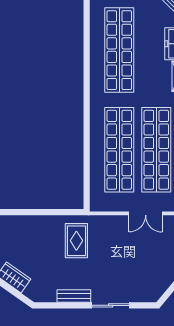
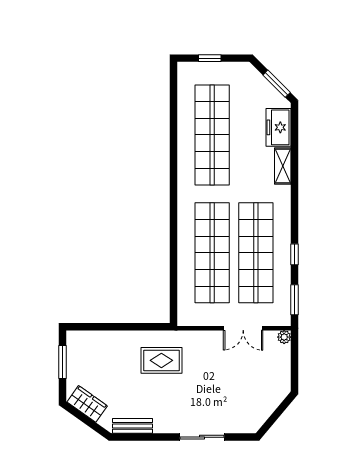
rug: (76, 241) -> (161, 360), turned 90
bench: (74, 296) -> (133, 426), moved

